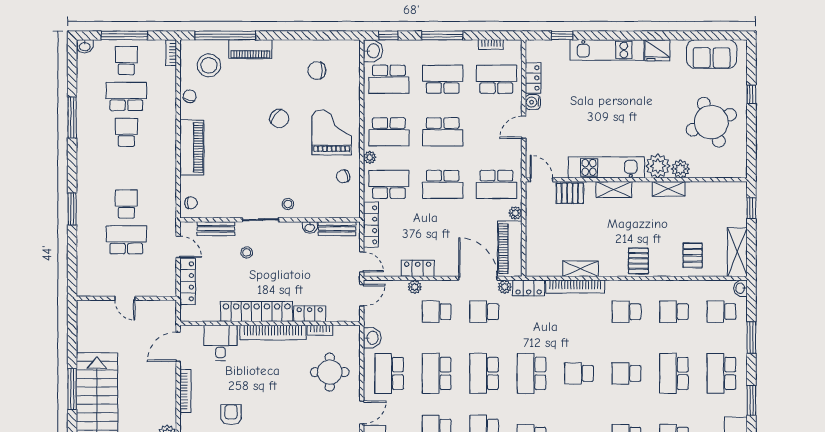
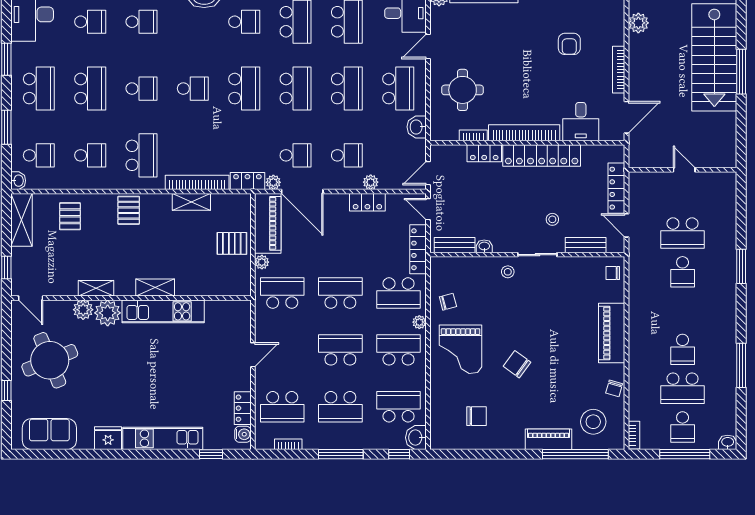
water cooler: (533, 102) -> (243, 434), moved
door: (541, 180) -> (31, 298), moved
pallet: (570, 193) -> (232, 243), moved
school desk: (626, 312) -> (142, 155), width x1.85

